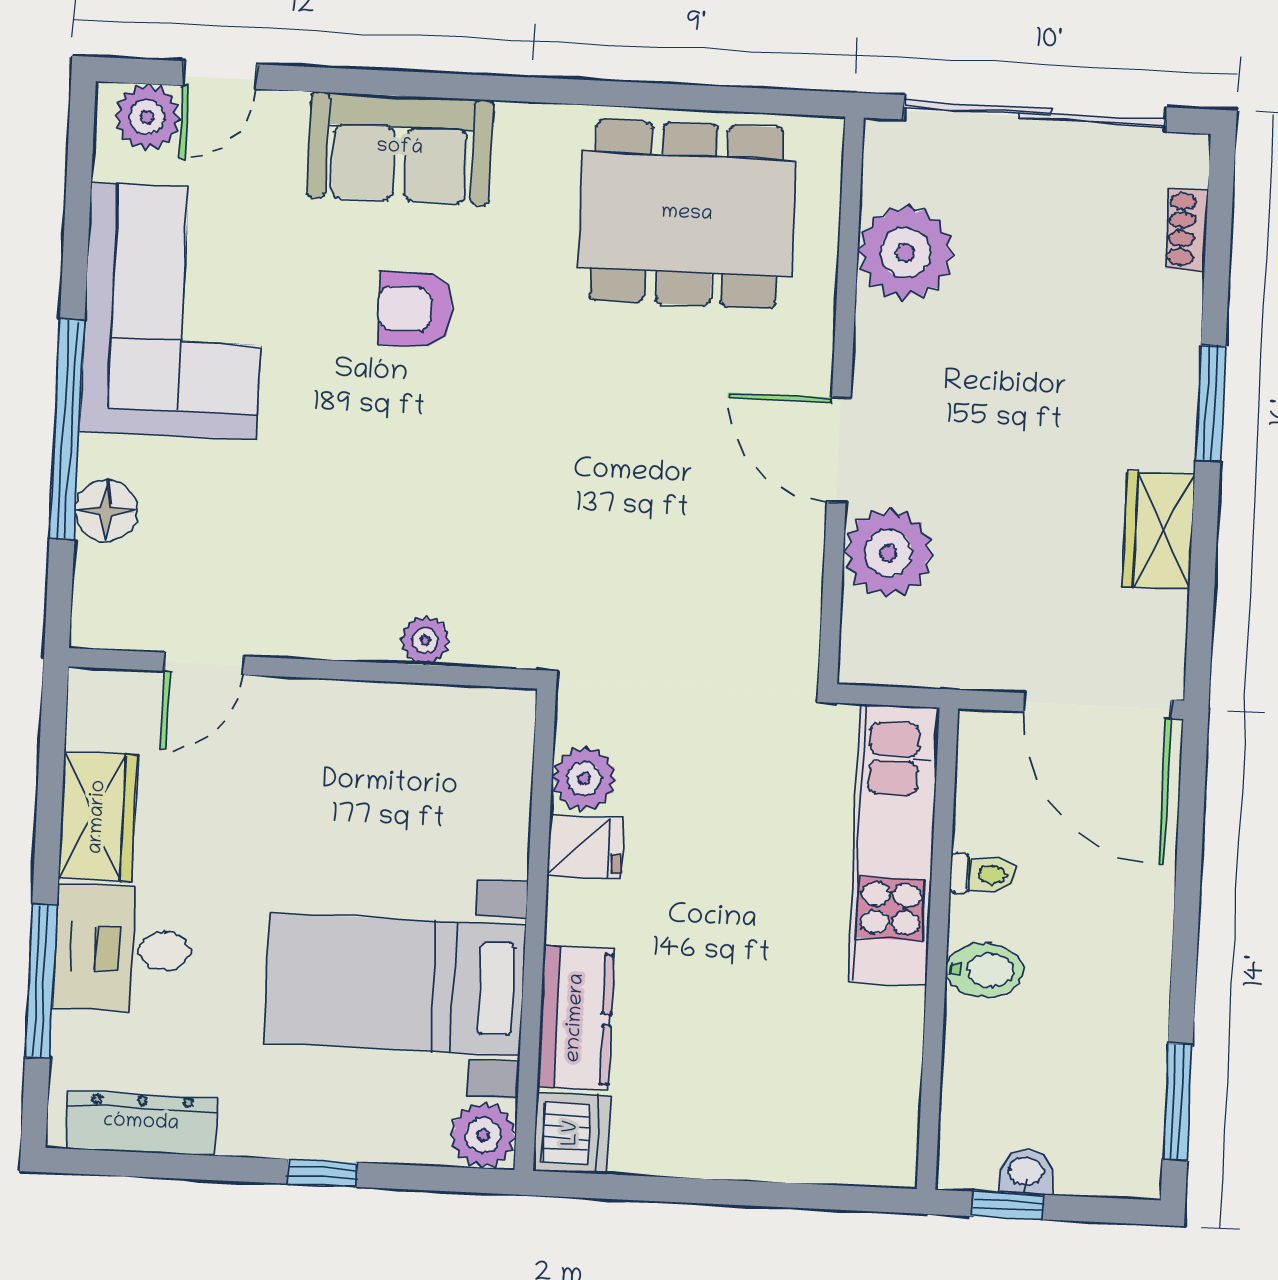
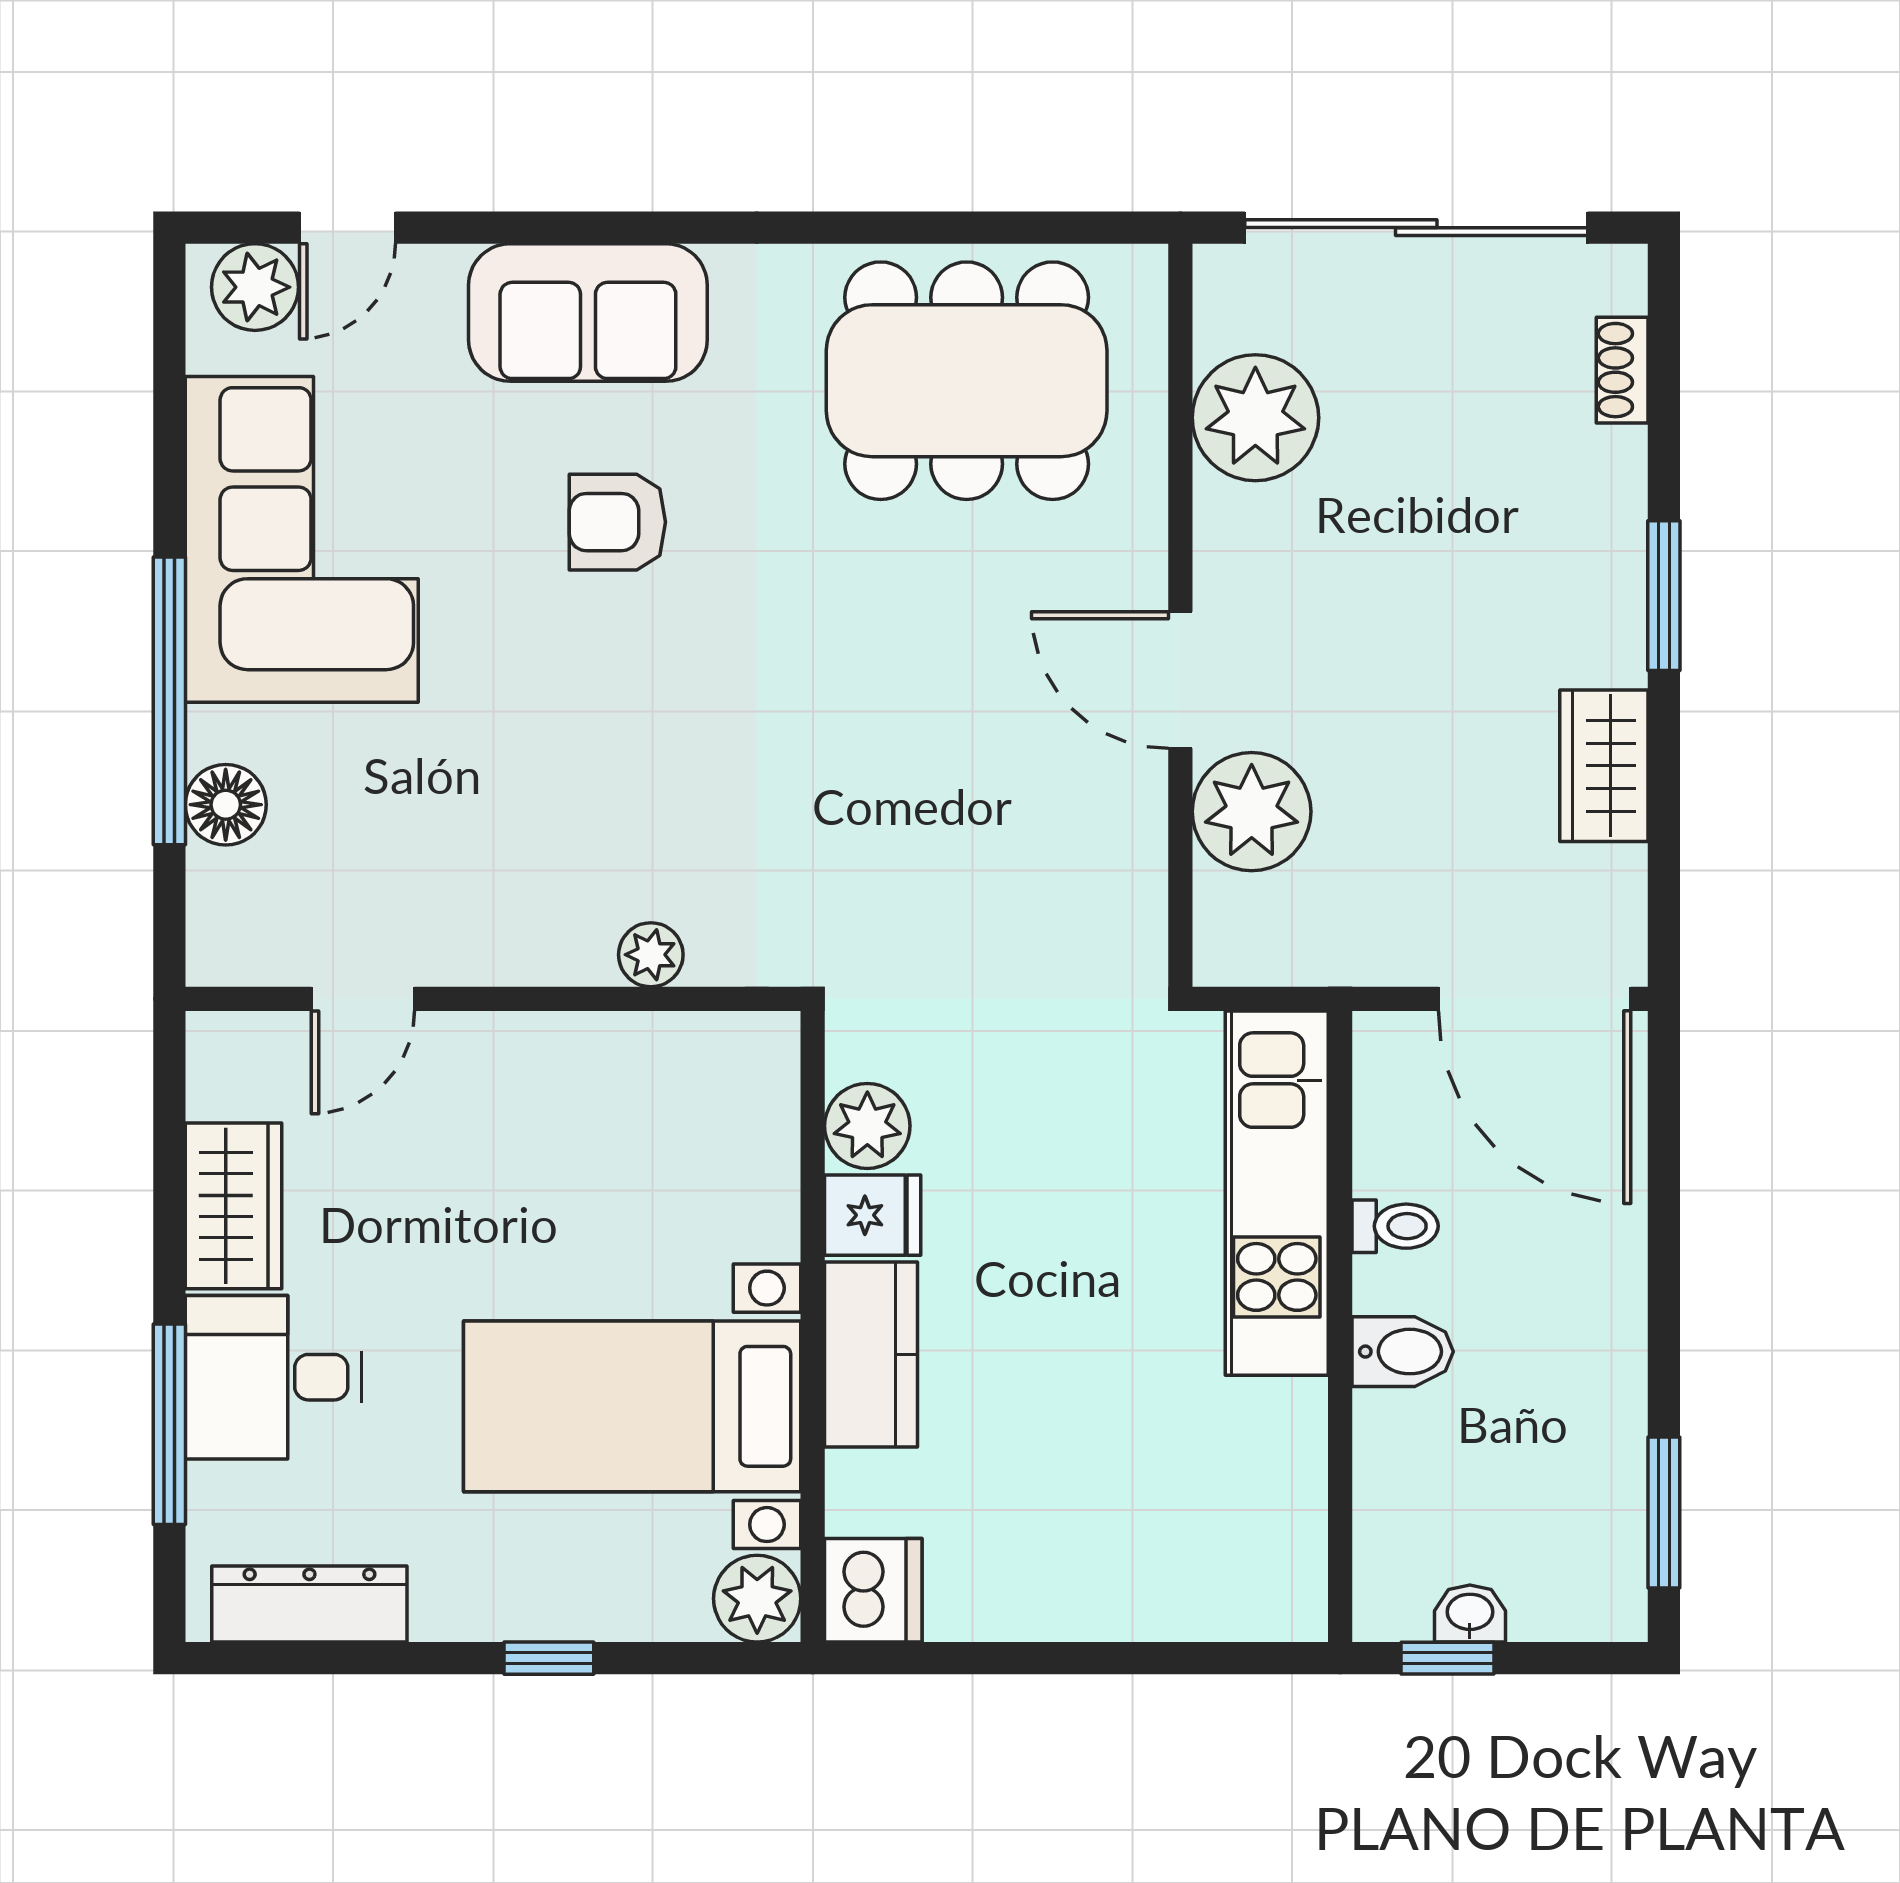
kitchen counter: (576, 1018) -> (871, 1354), moved

